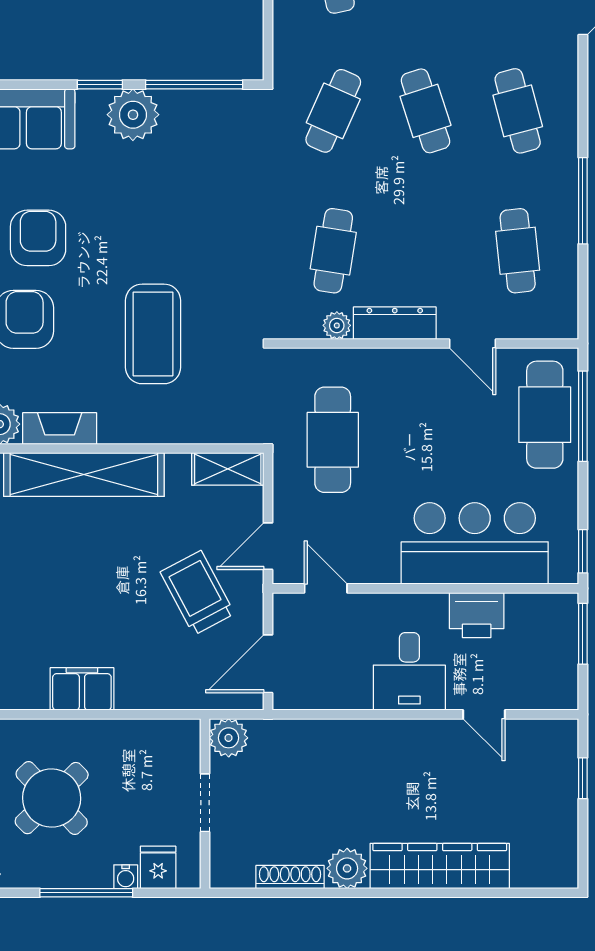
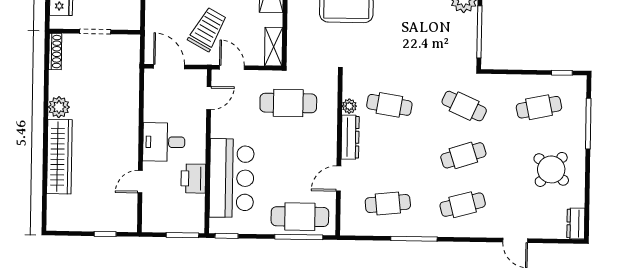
trolley: (197, 593) -> (208, 29), turned -33
plant: (229, 738) -> (130, 45), removed
shoe rack: (290, 877) -> (55, 52), moved

